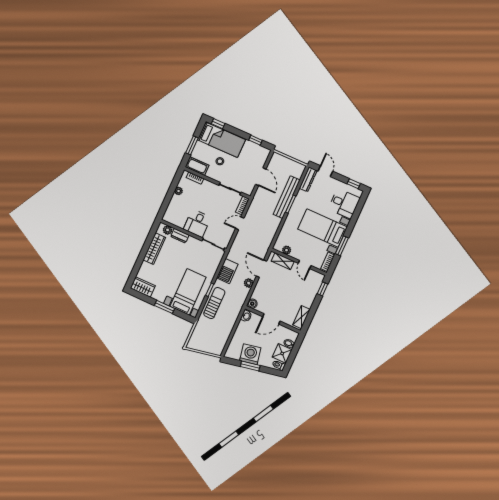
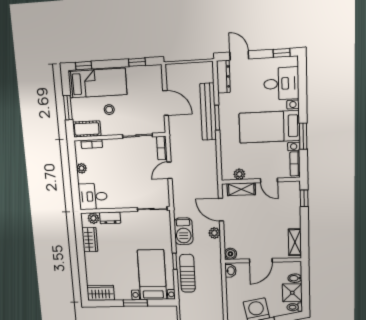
desk: (197, 223) -> (93, 196), moved, turned 90
wardrobe: (154, 249) -> (90, 240), width x0.67

